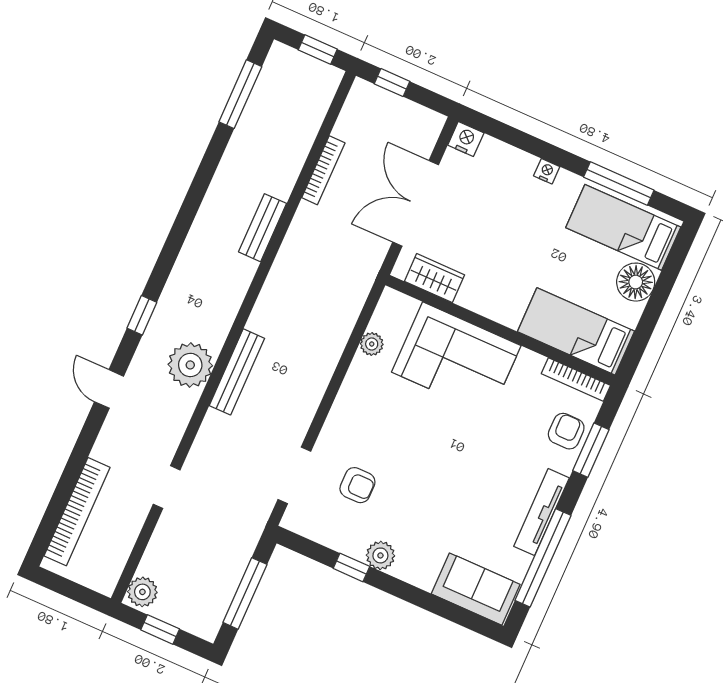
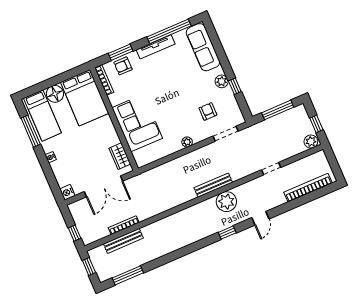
bench: (263, 228) -> (123, 241), moved, width x1.36
bed: (576, 331) -> (85, 98), width x1.50
plant: (372, 344) -> (187, 142), moved
sofa: (476, 589) -> (203, 47), width x1.36

